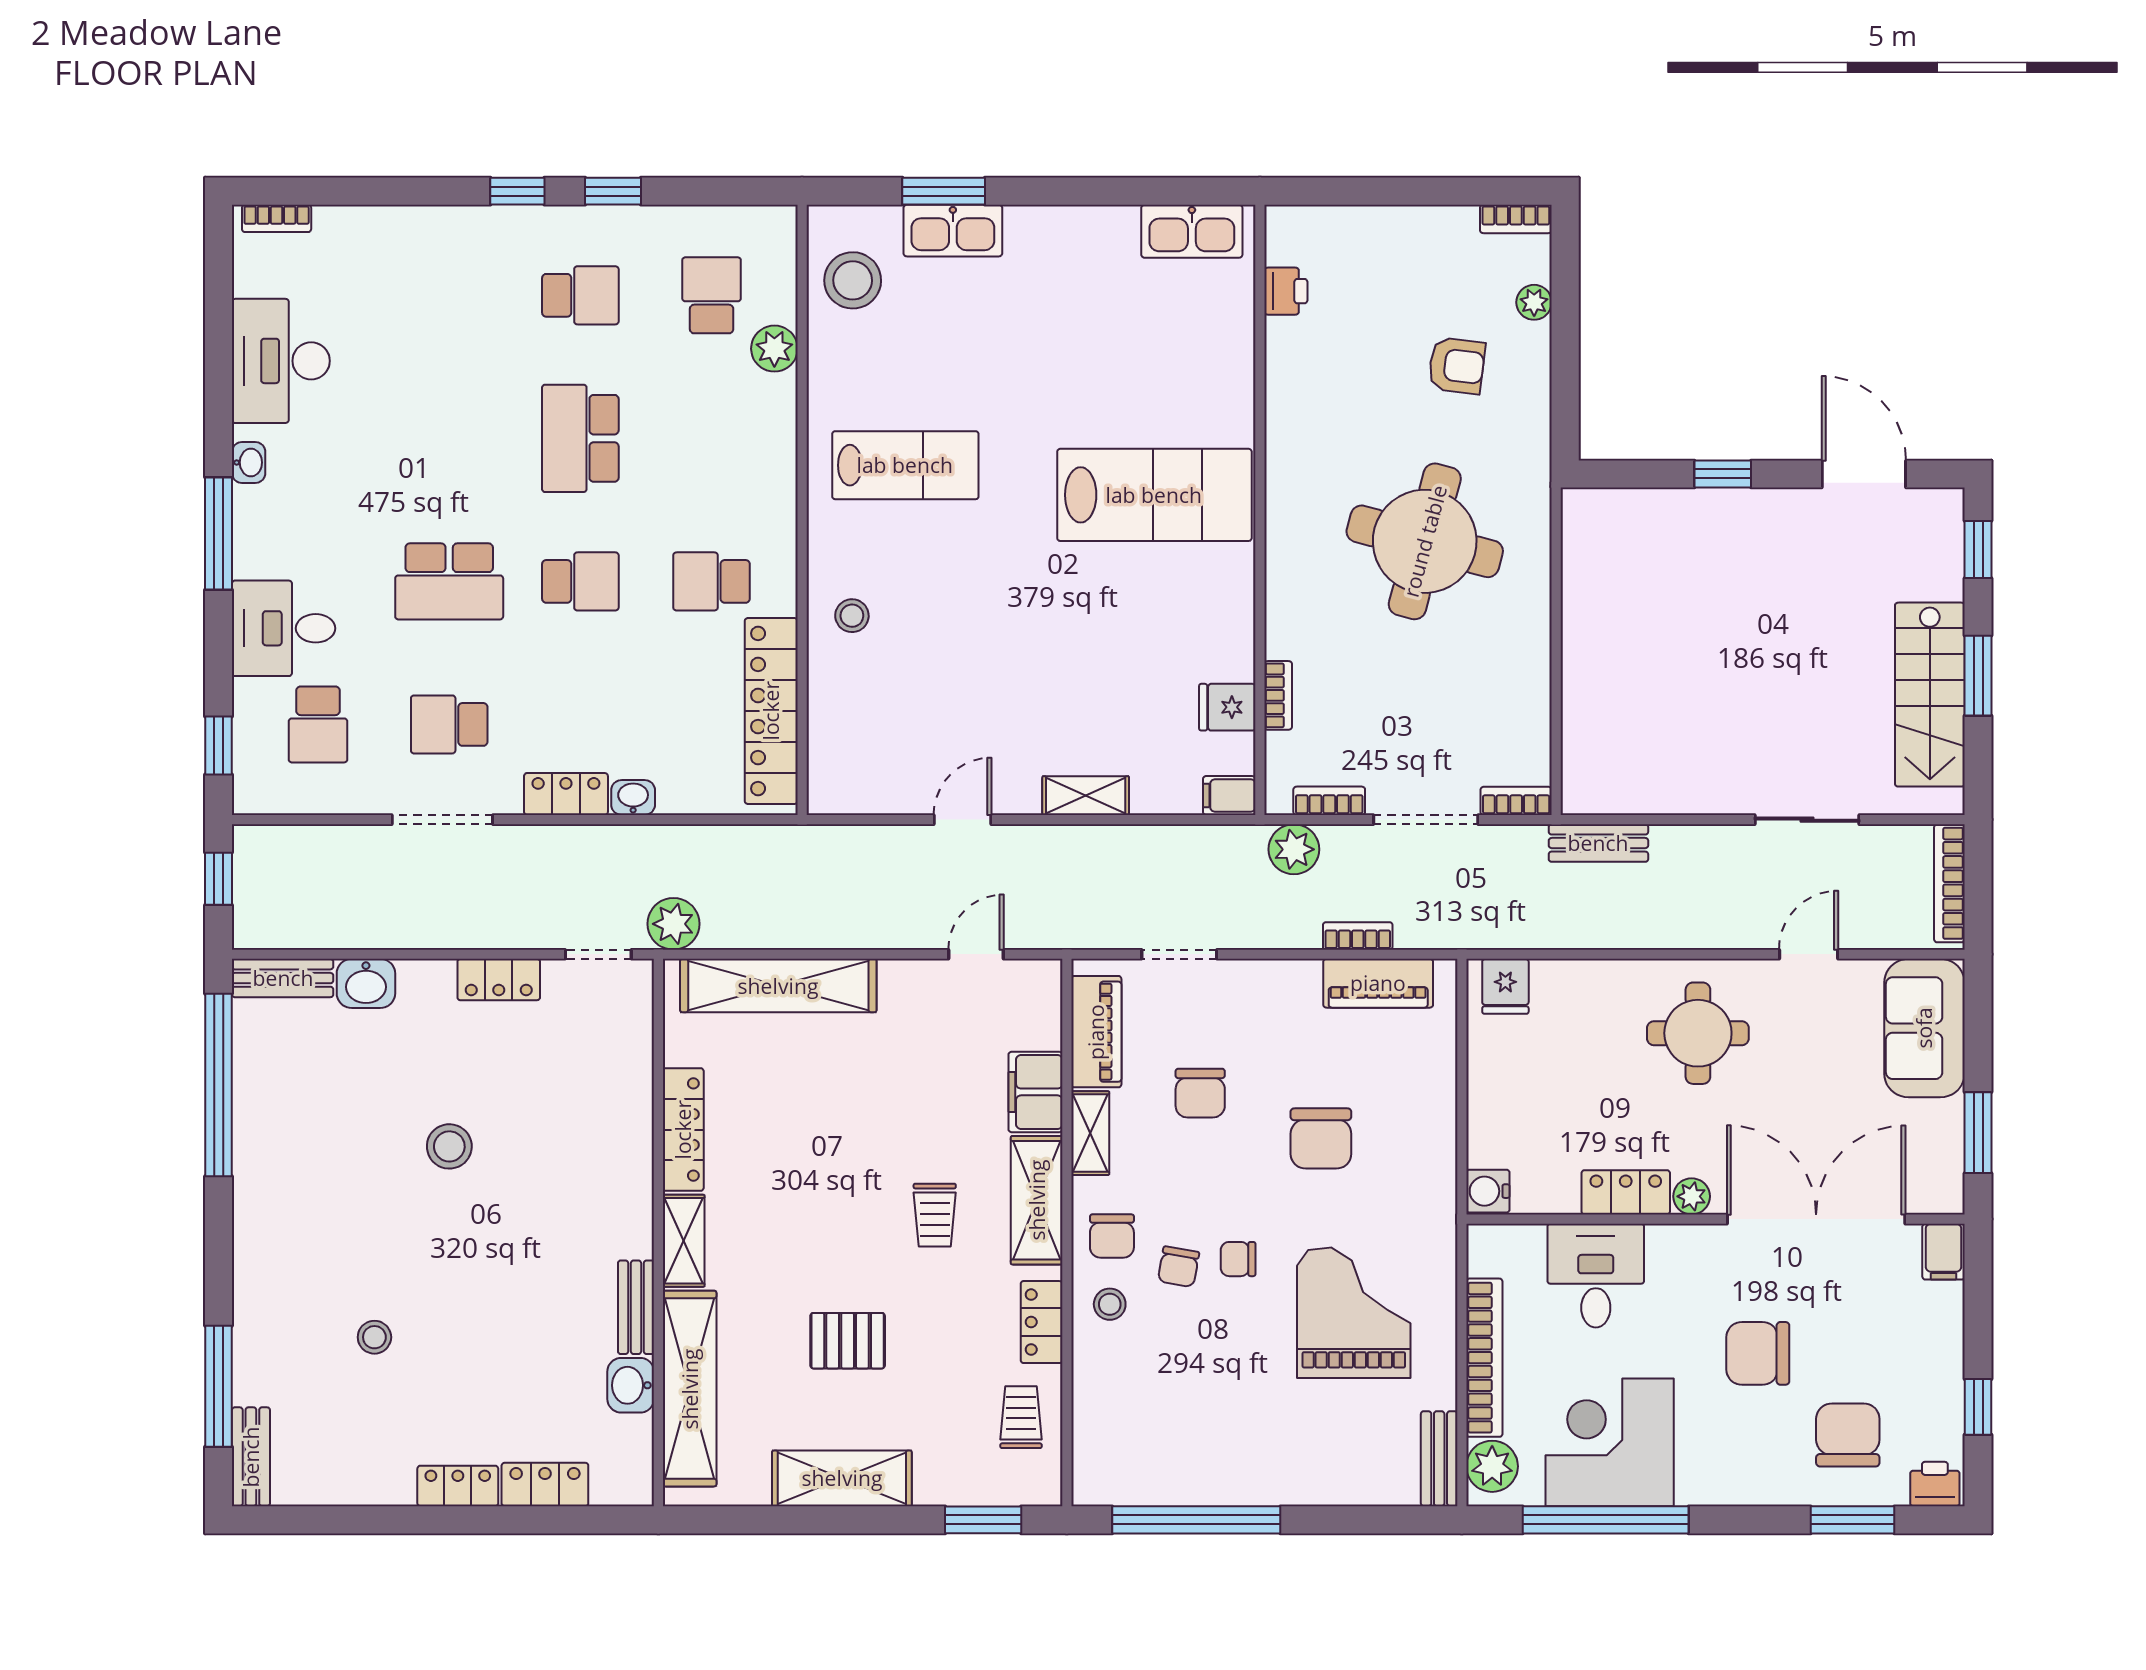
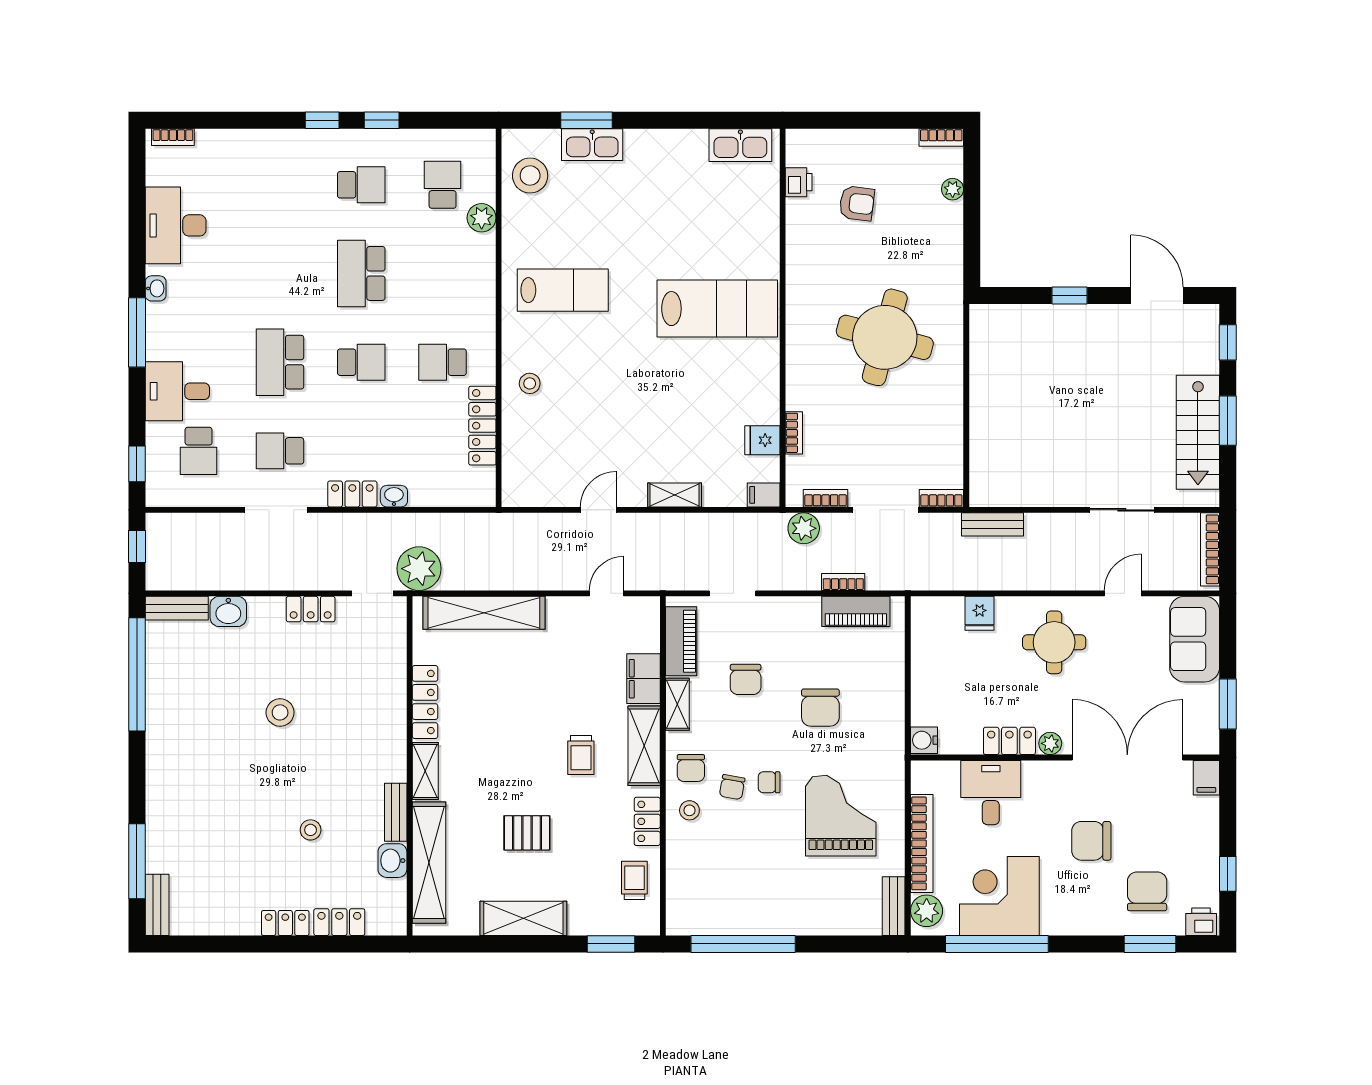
armchair: (1457, 366) -> (857, 203), moved
school desk: (449, 581) -> (280, 362), turned 90
locker: (771, 711) -> (482, 426), width x0.71, depth x0.83
plant: (673, 924) -> (419, 569), width x1.36, depth x1.36
fridge: (1505, 986) -> (980, 613), moved
stool: (374, 1337) -> (311, 830), moved

